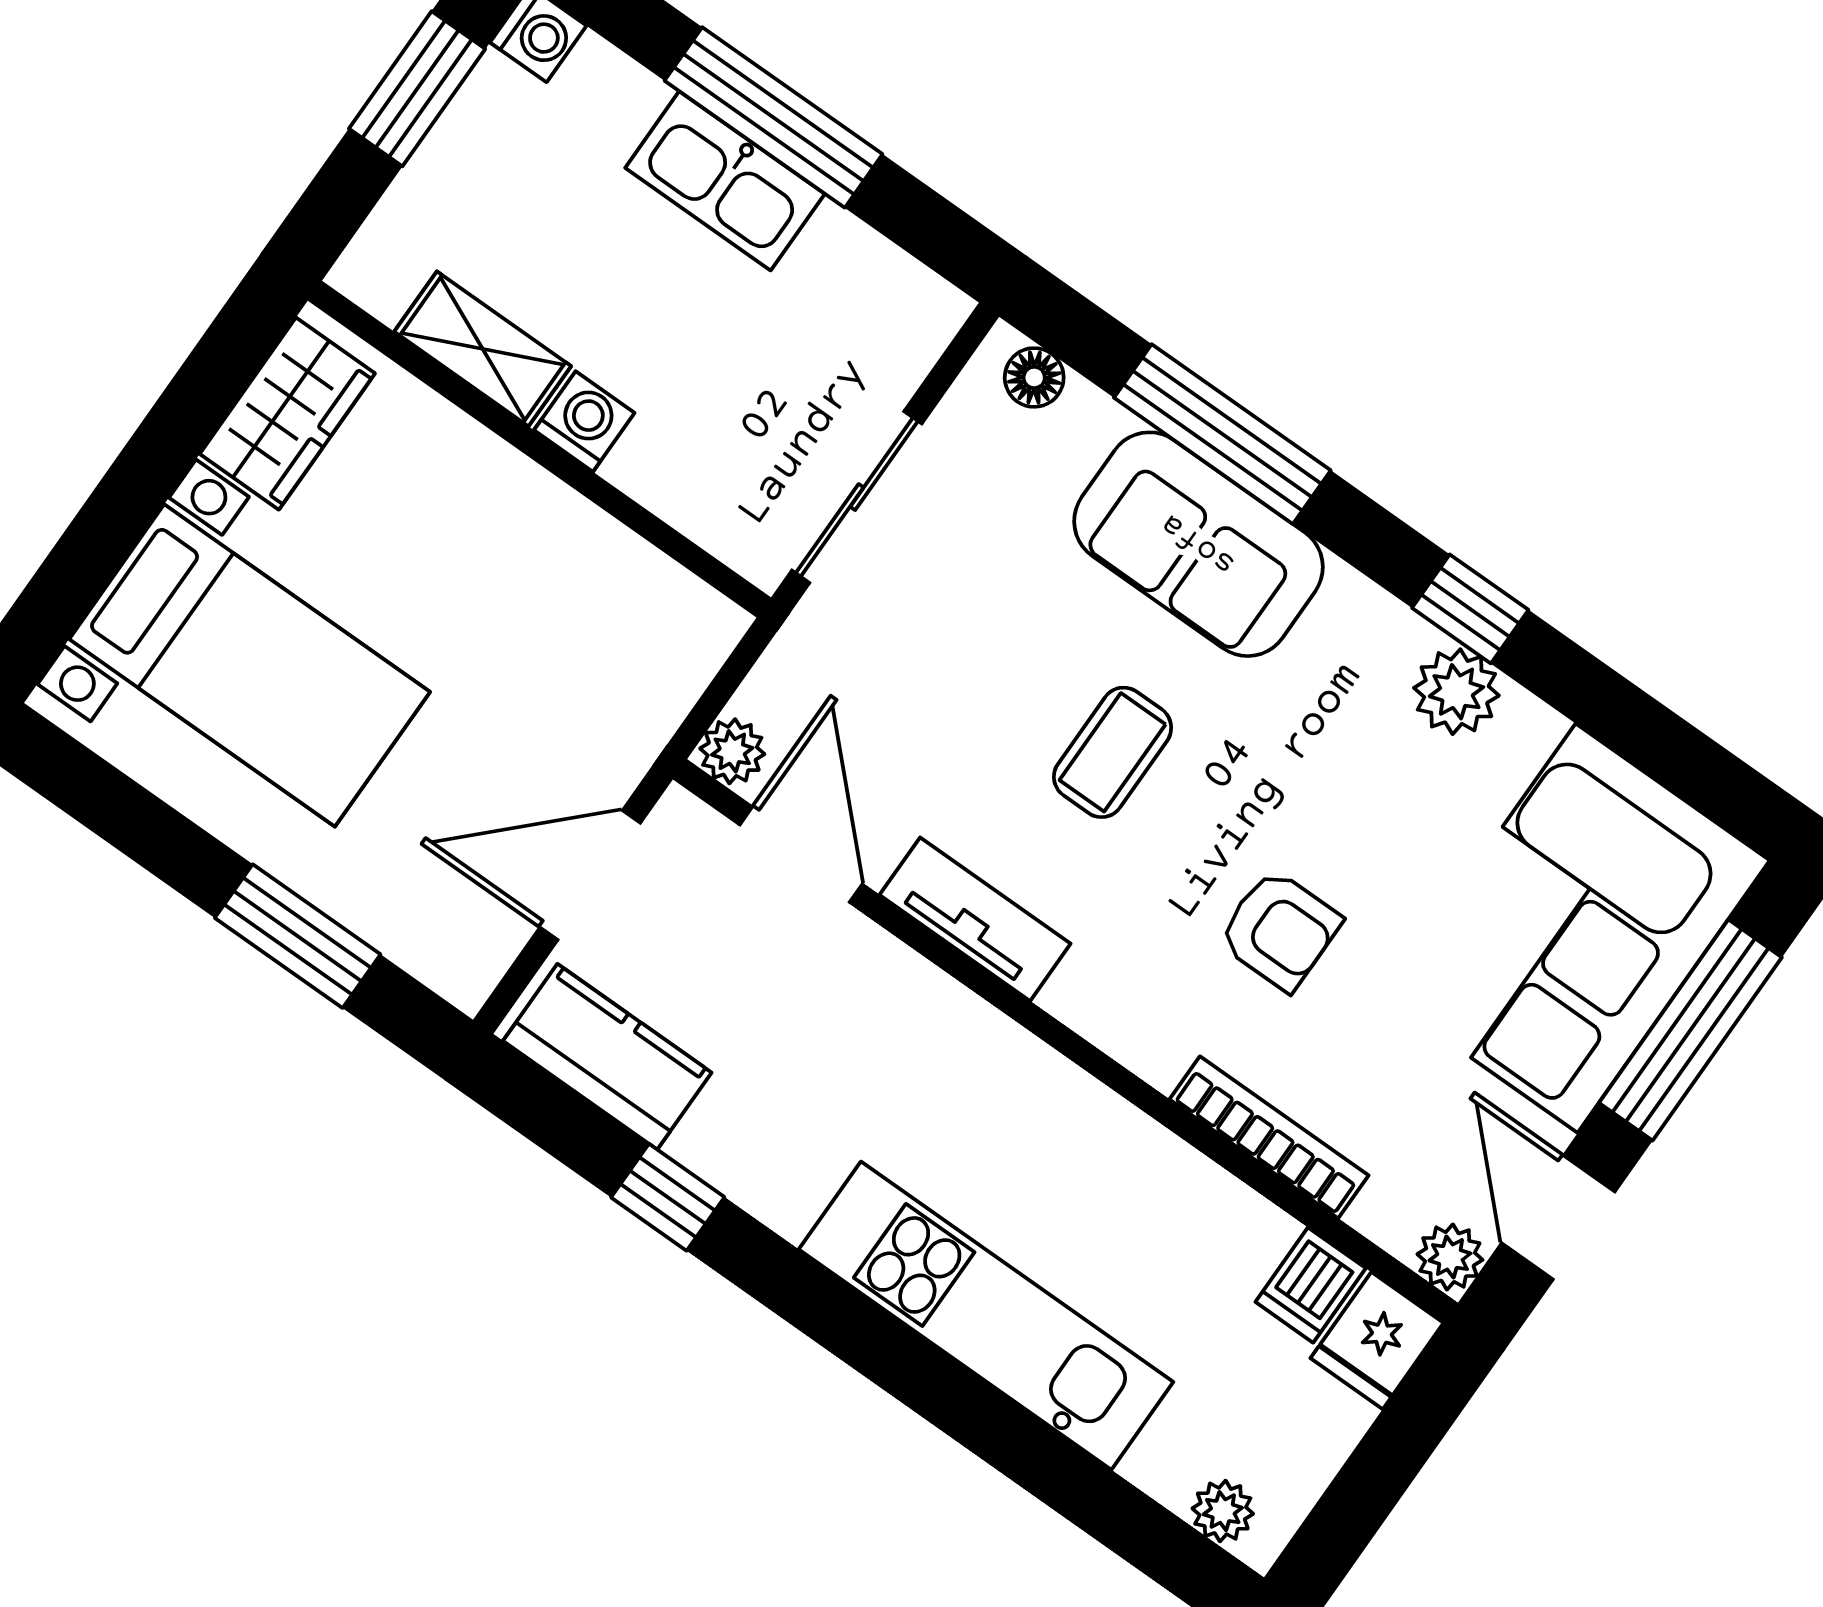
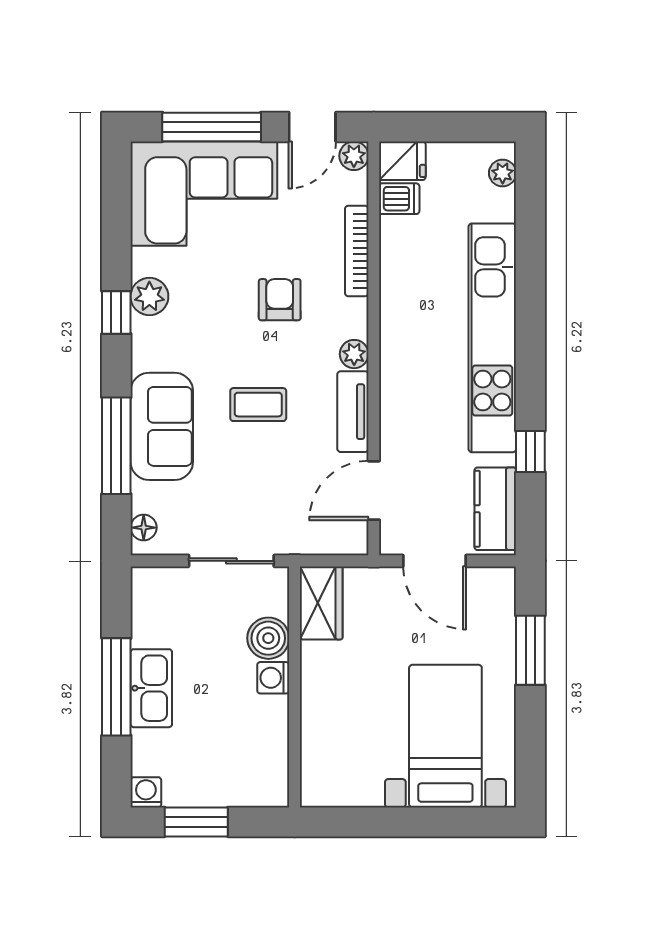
shelving: (483, 349) -> (273, 733), removed
wardrobe: (287, 414) -> (321, 603), moved, turned 90
boiler: (665, 464) -> (268, 638), added
plant: (732, 751) -> (354, 354), moved
kitchen unit: (986, 1316) -> (492, 338), width x1.36

